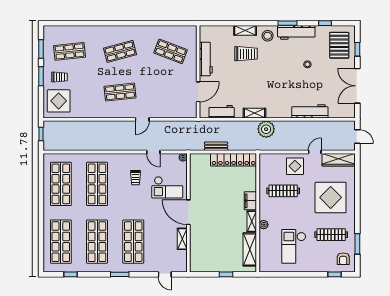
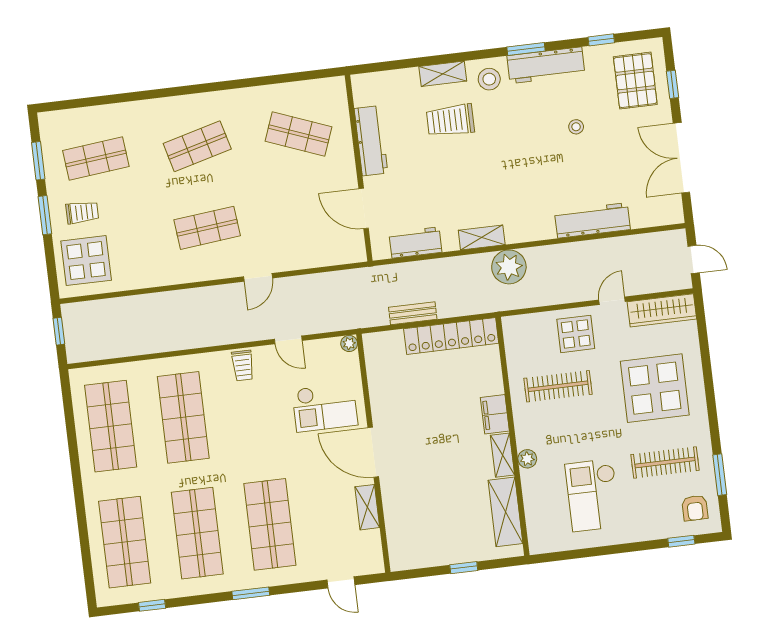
trolley: (246, 54) -> (450, 120), turned 180
door: (198, 92) -> (364, 208), swing flipped
trolley: (136, 178) -> (243, 365), moved

